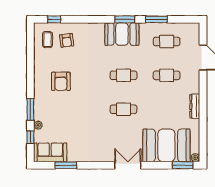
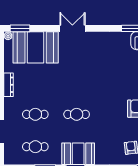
cafe table: (124, 109) -> (77, 82), removed
double door: (128, 165) -> (72, 28), swing flipped

